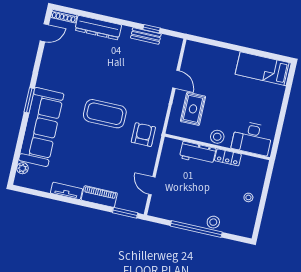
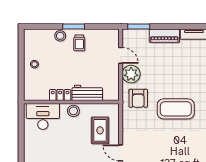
plant: (145, 163) -> (131, 74), added
trolley: (194, 210) -> (79, 43), added
window: (196, 229) -> (74, 27), width x0.47

